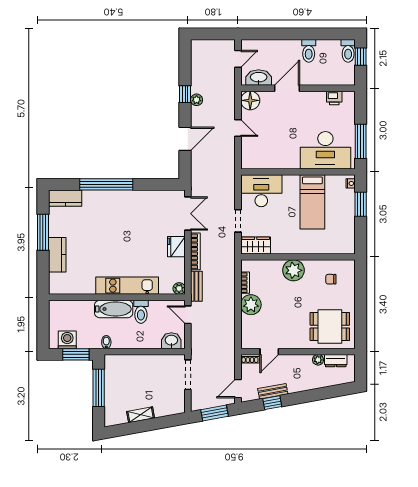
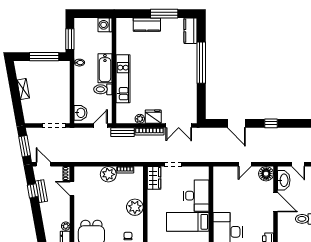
plant: (197, 100) -> (267, 132), removed
desk: (261, 191) -> (196, 196), moved
plant: (179, 288) -> (140, 119), moved
washing machine: (67, 340) -> (105, 25), moved, turned 180

